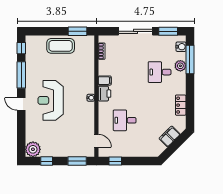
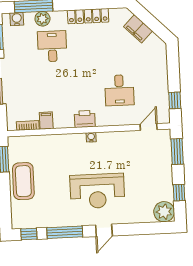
desk: (160, 72) -> (52, 46), turned 180
filing cabinet: (105, 81) -> (46, 121), moved
locker: (181, 105) -> (88, 16), width x1.53

